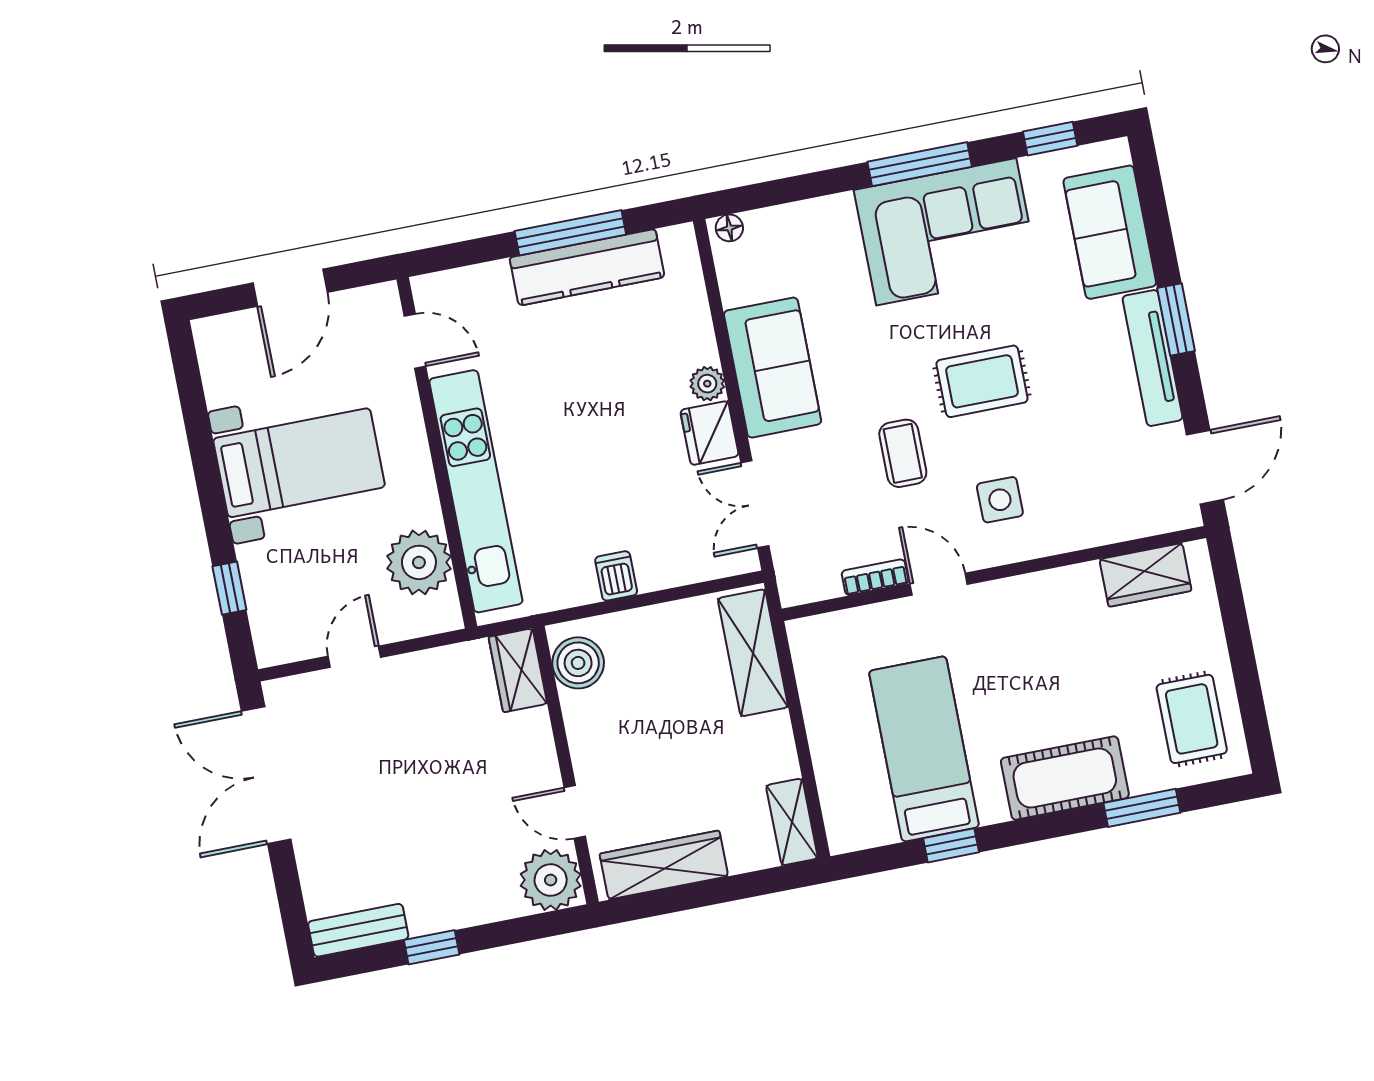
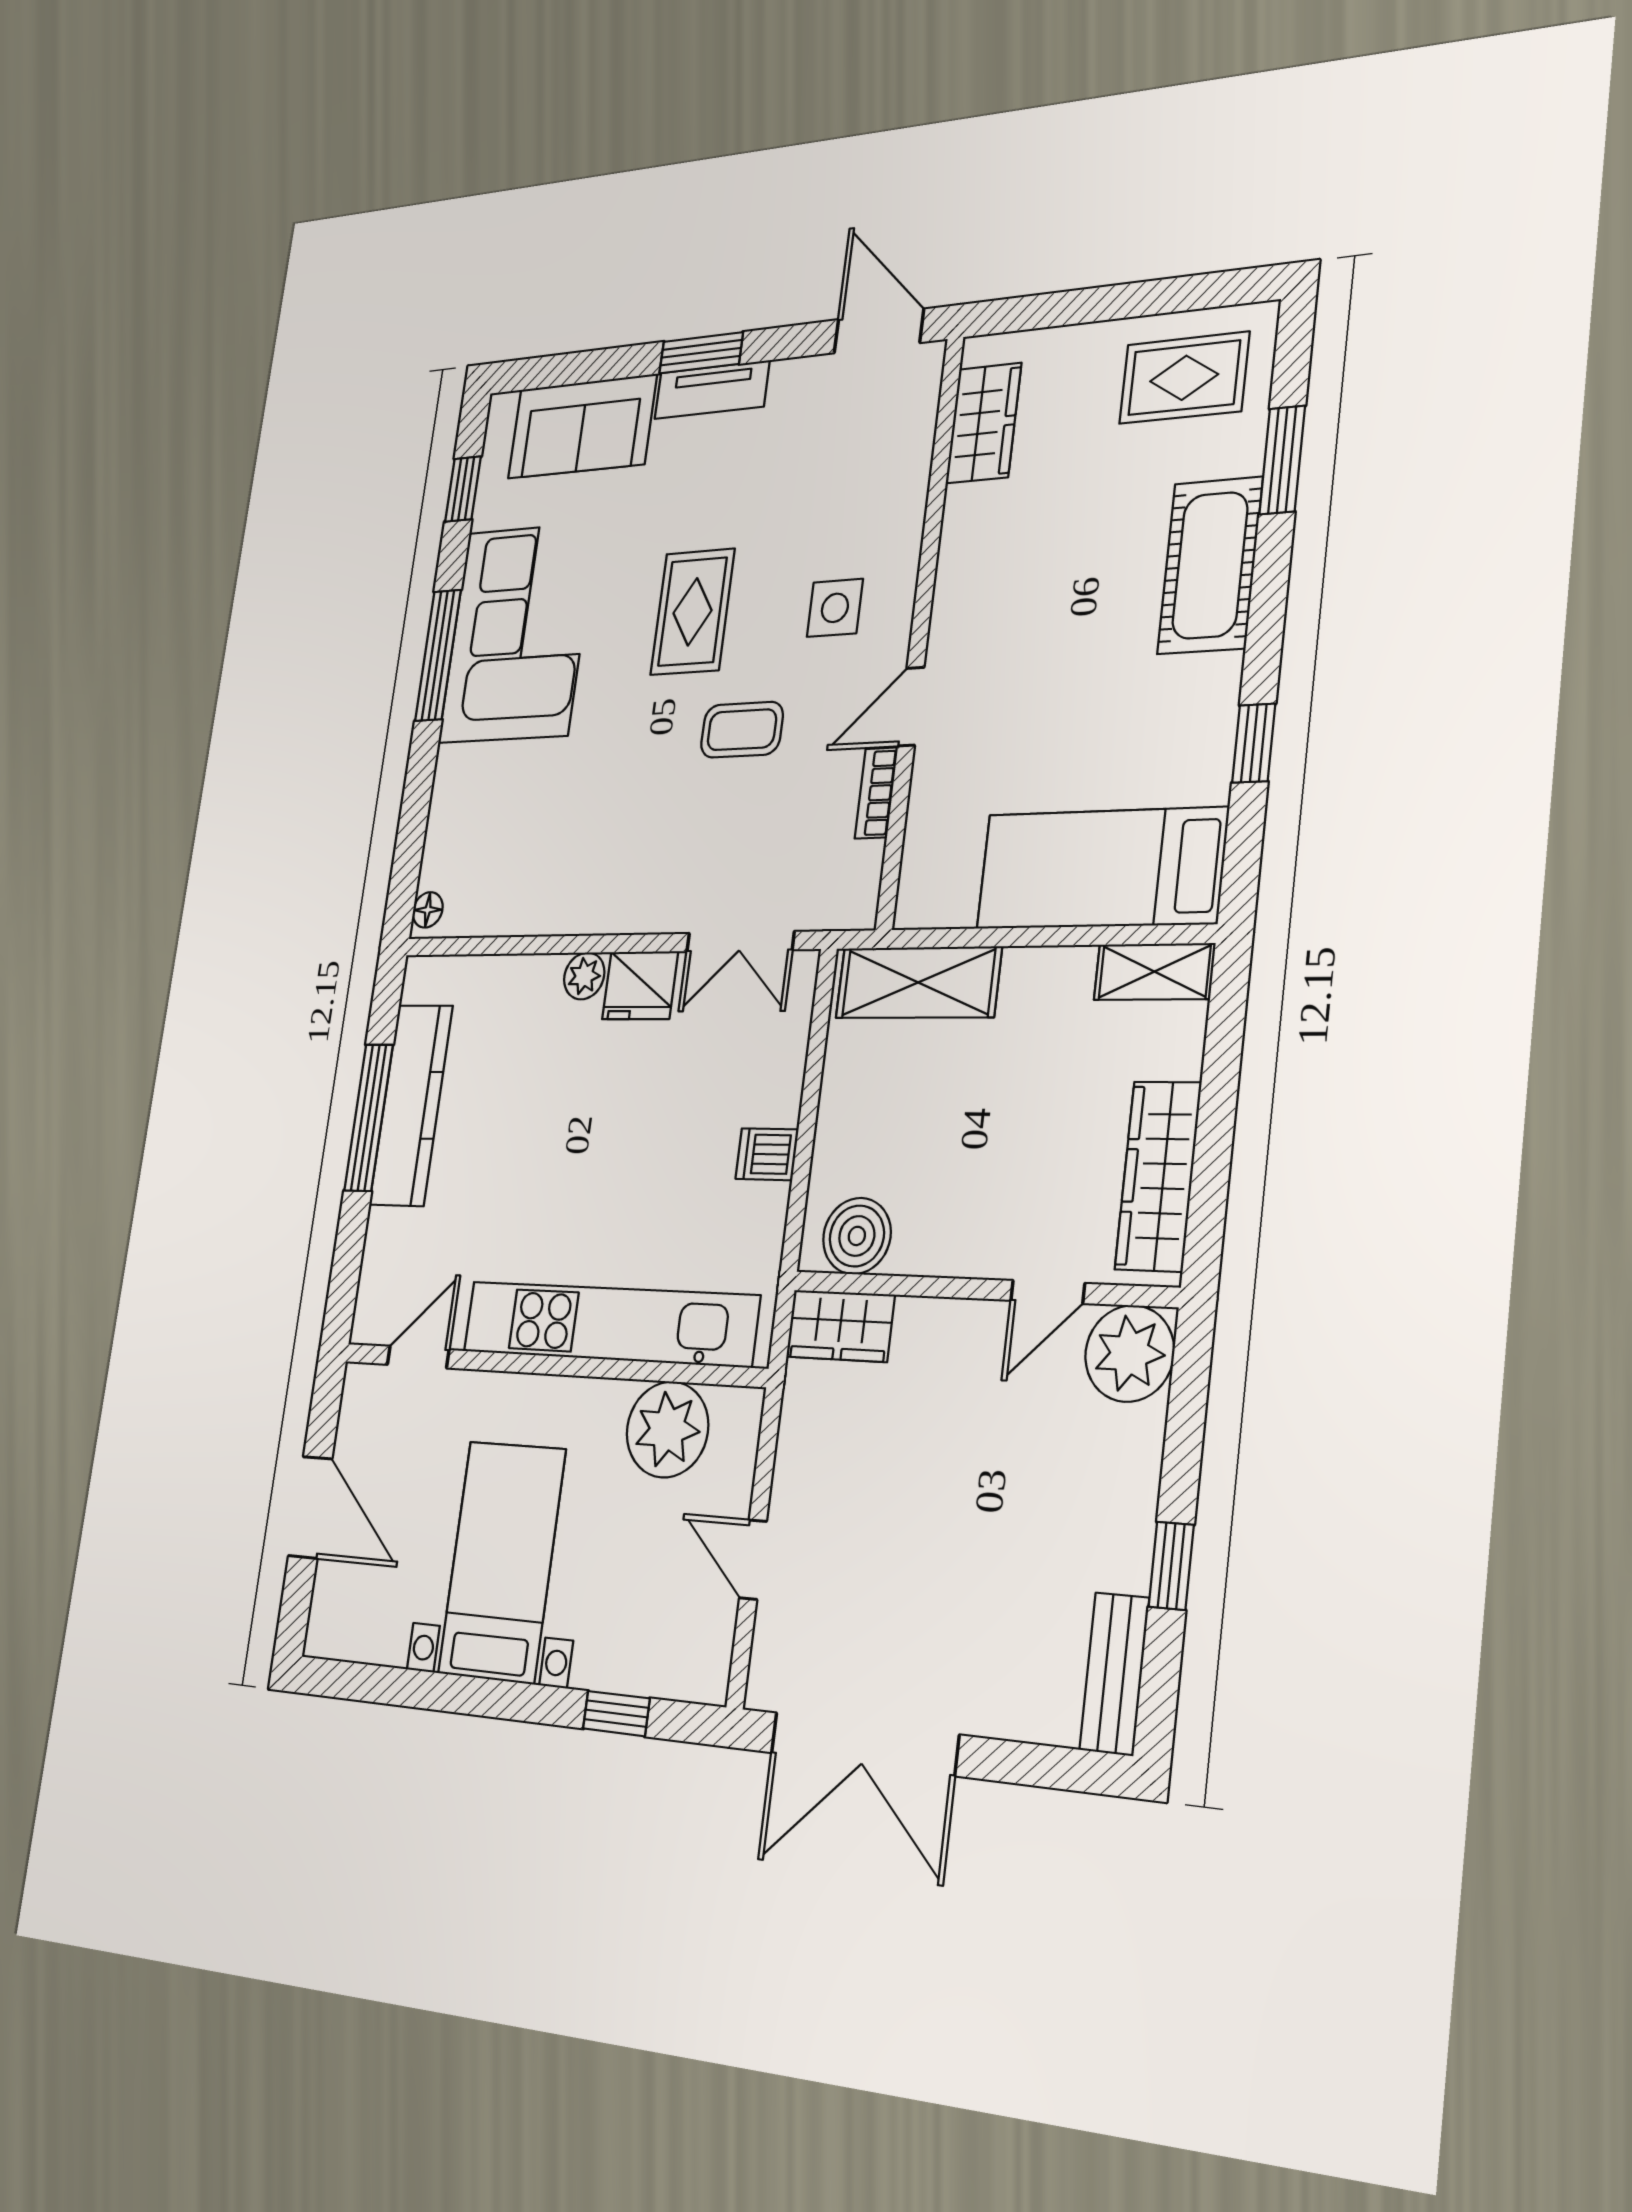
tv unit: (1153, 358) -> (712, 390), width x0.71
sofa: (773, 368) -> (593, 885), removed
bed: (924, 749) -> (1101, 869), moved

